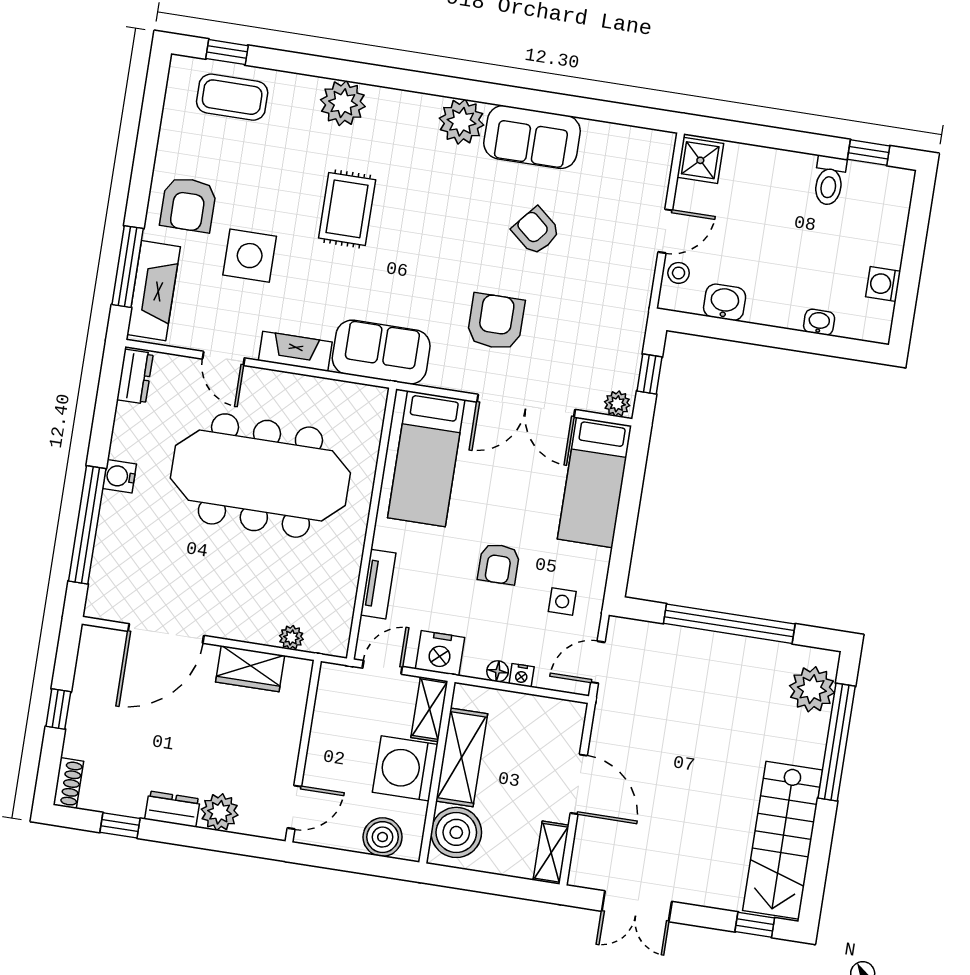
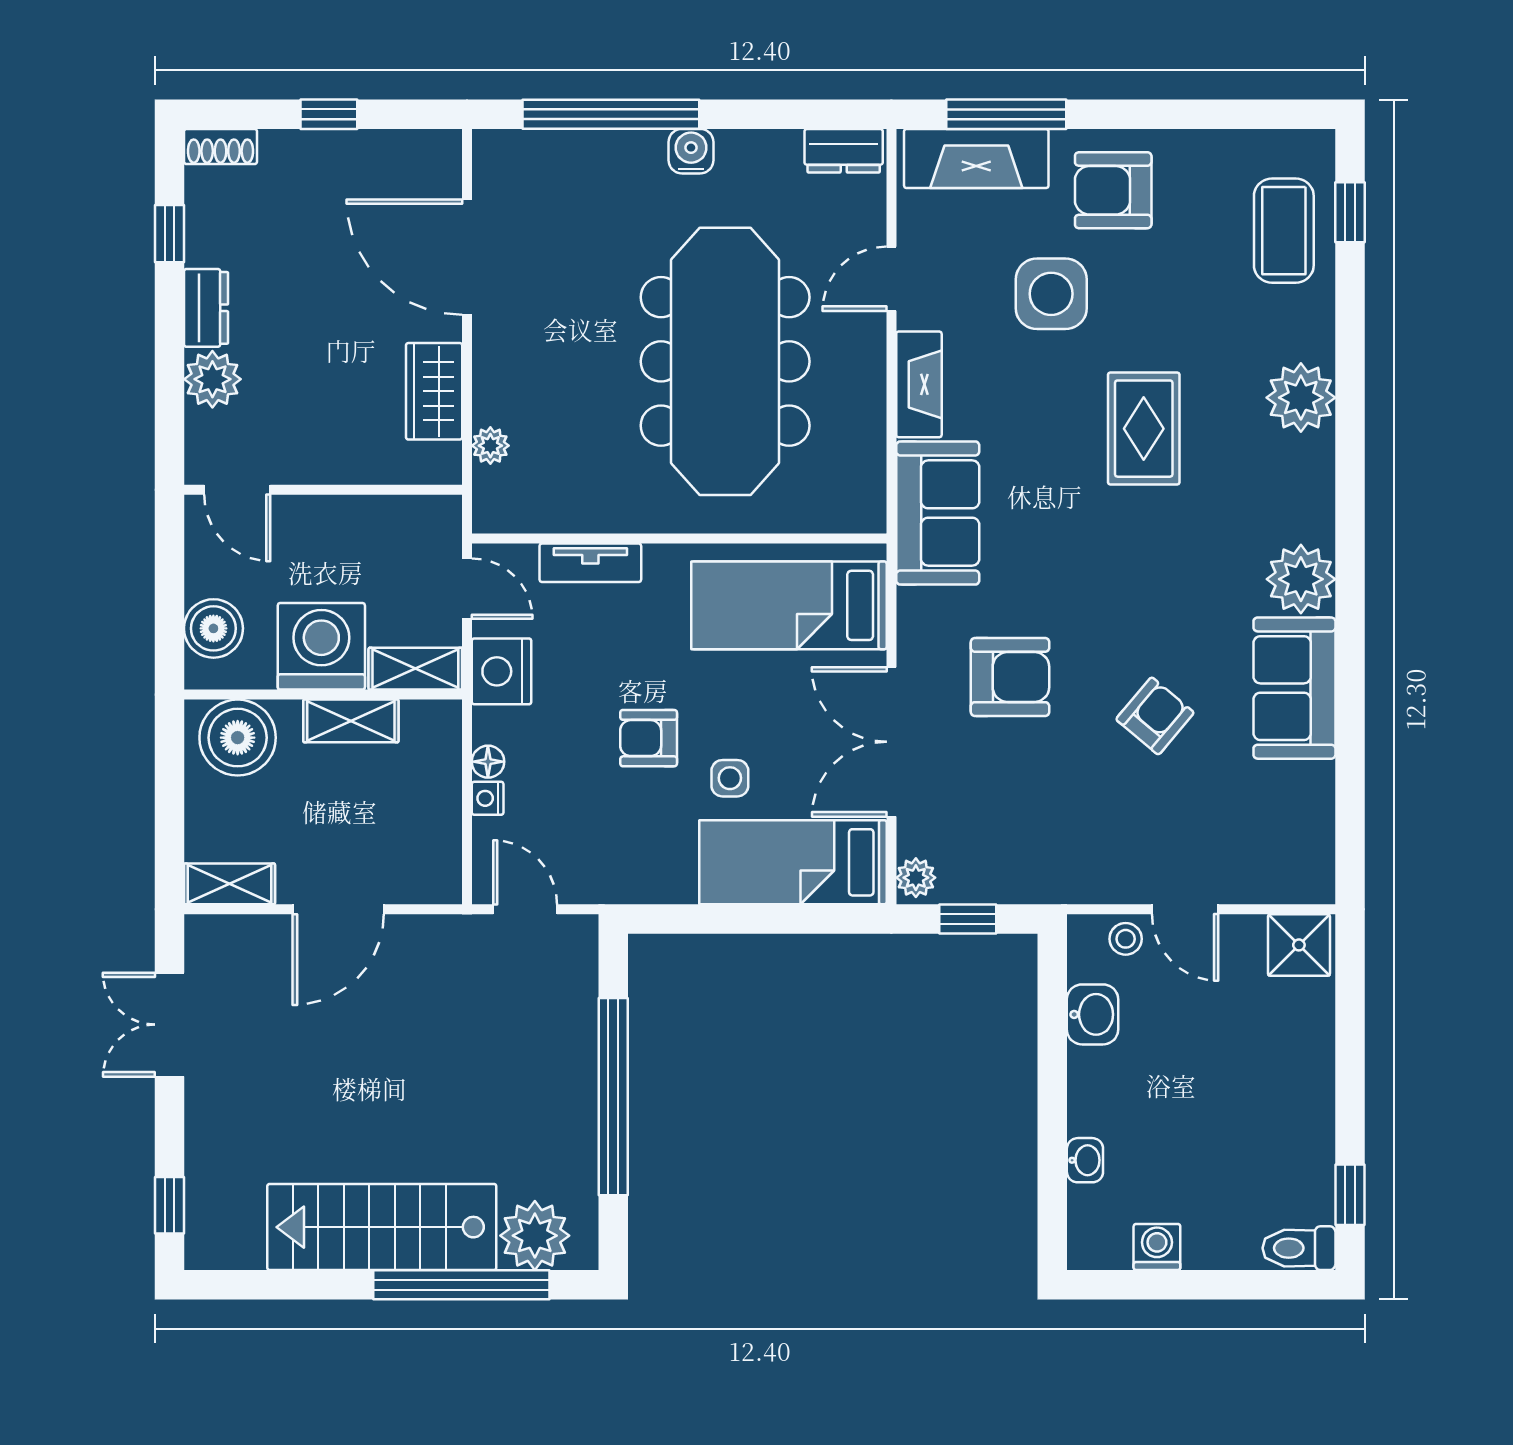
toilet: (829, 181) -> (1299, 1248), moved
rug: (347, 209) -> (1144, 429), turned 90
side table: (562, 601) -> (730, 778), moved
shelving: (462, 757) -> (351, 721), width x0.67, depth x0.75
stairs: (783, 840) -> (382, 1227), moved

